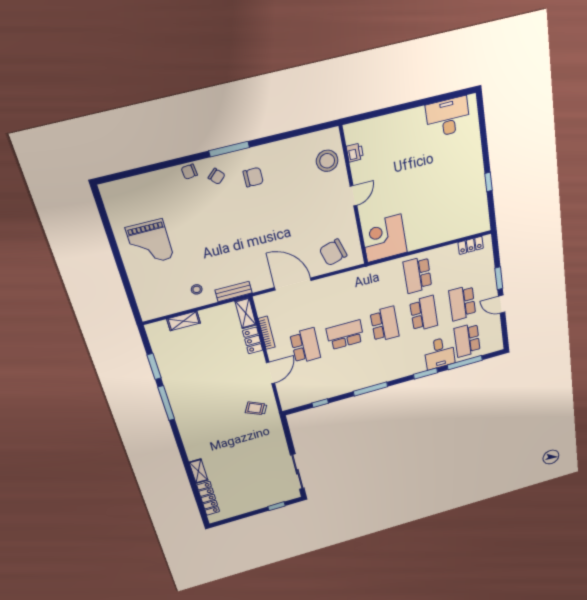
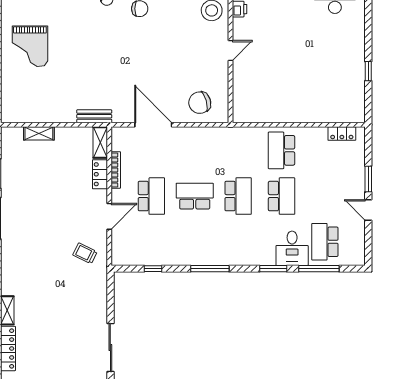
corner desk: (384, 238) -> (253, 102), removed
stool: (197, 289) -> (60, 104), removed
school desk: (462, 303) -> (325, 196), removed

